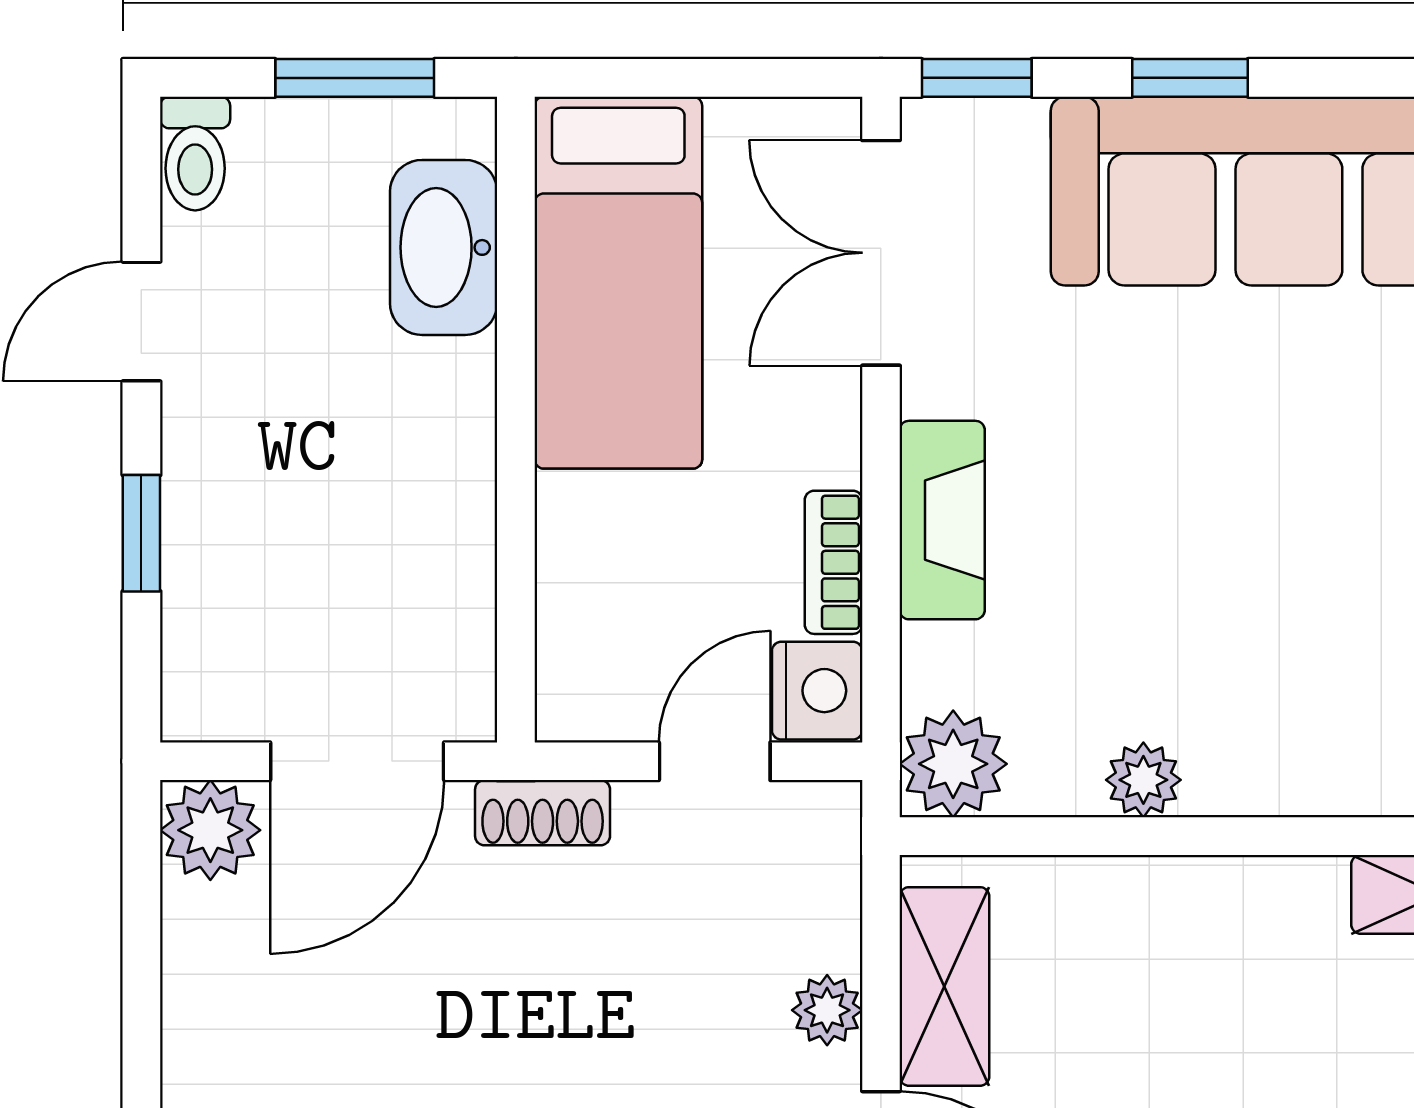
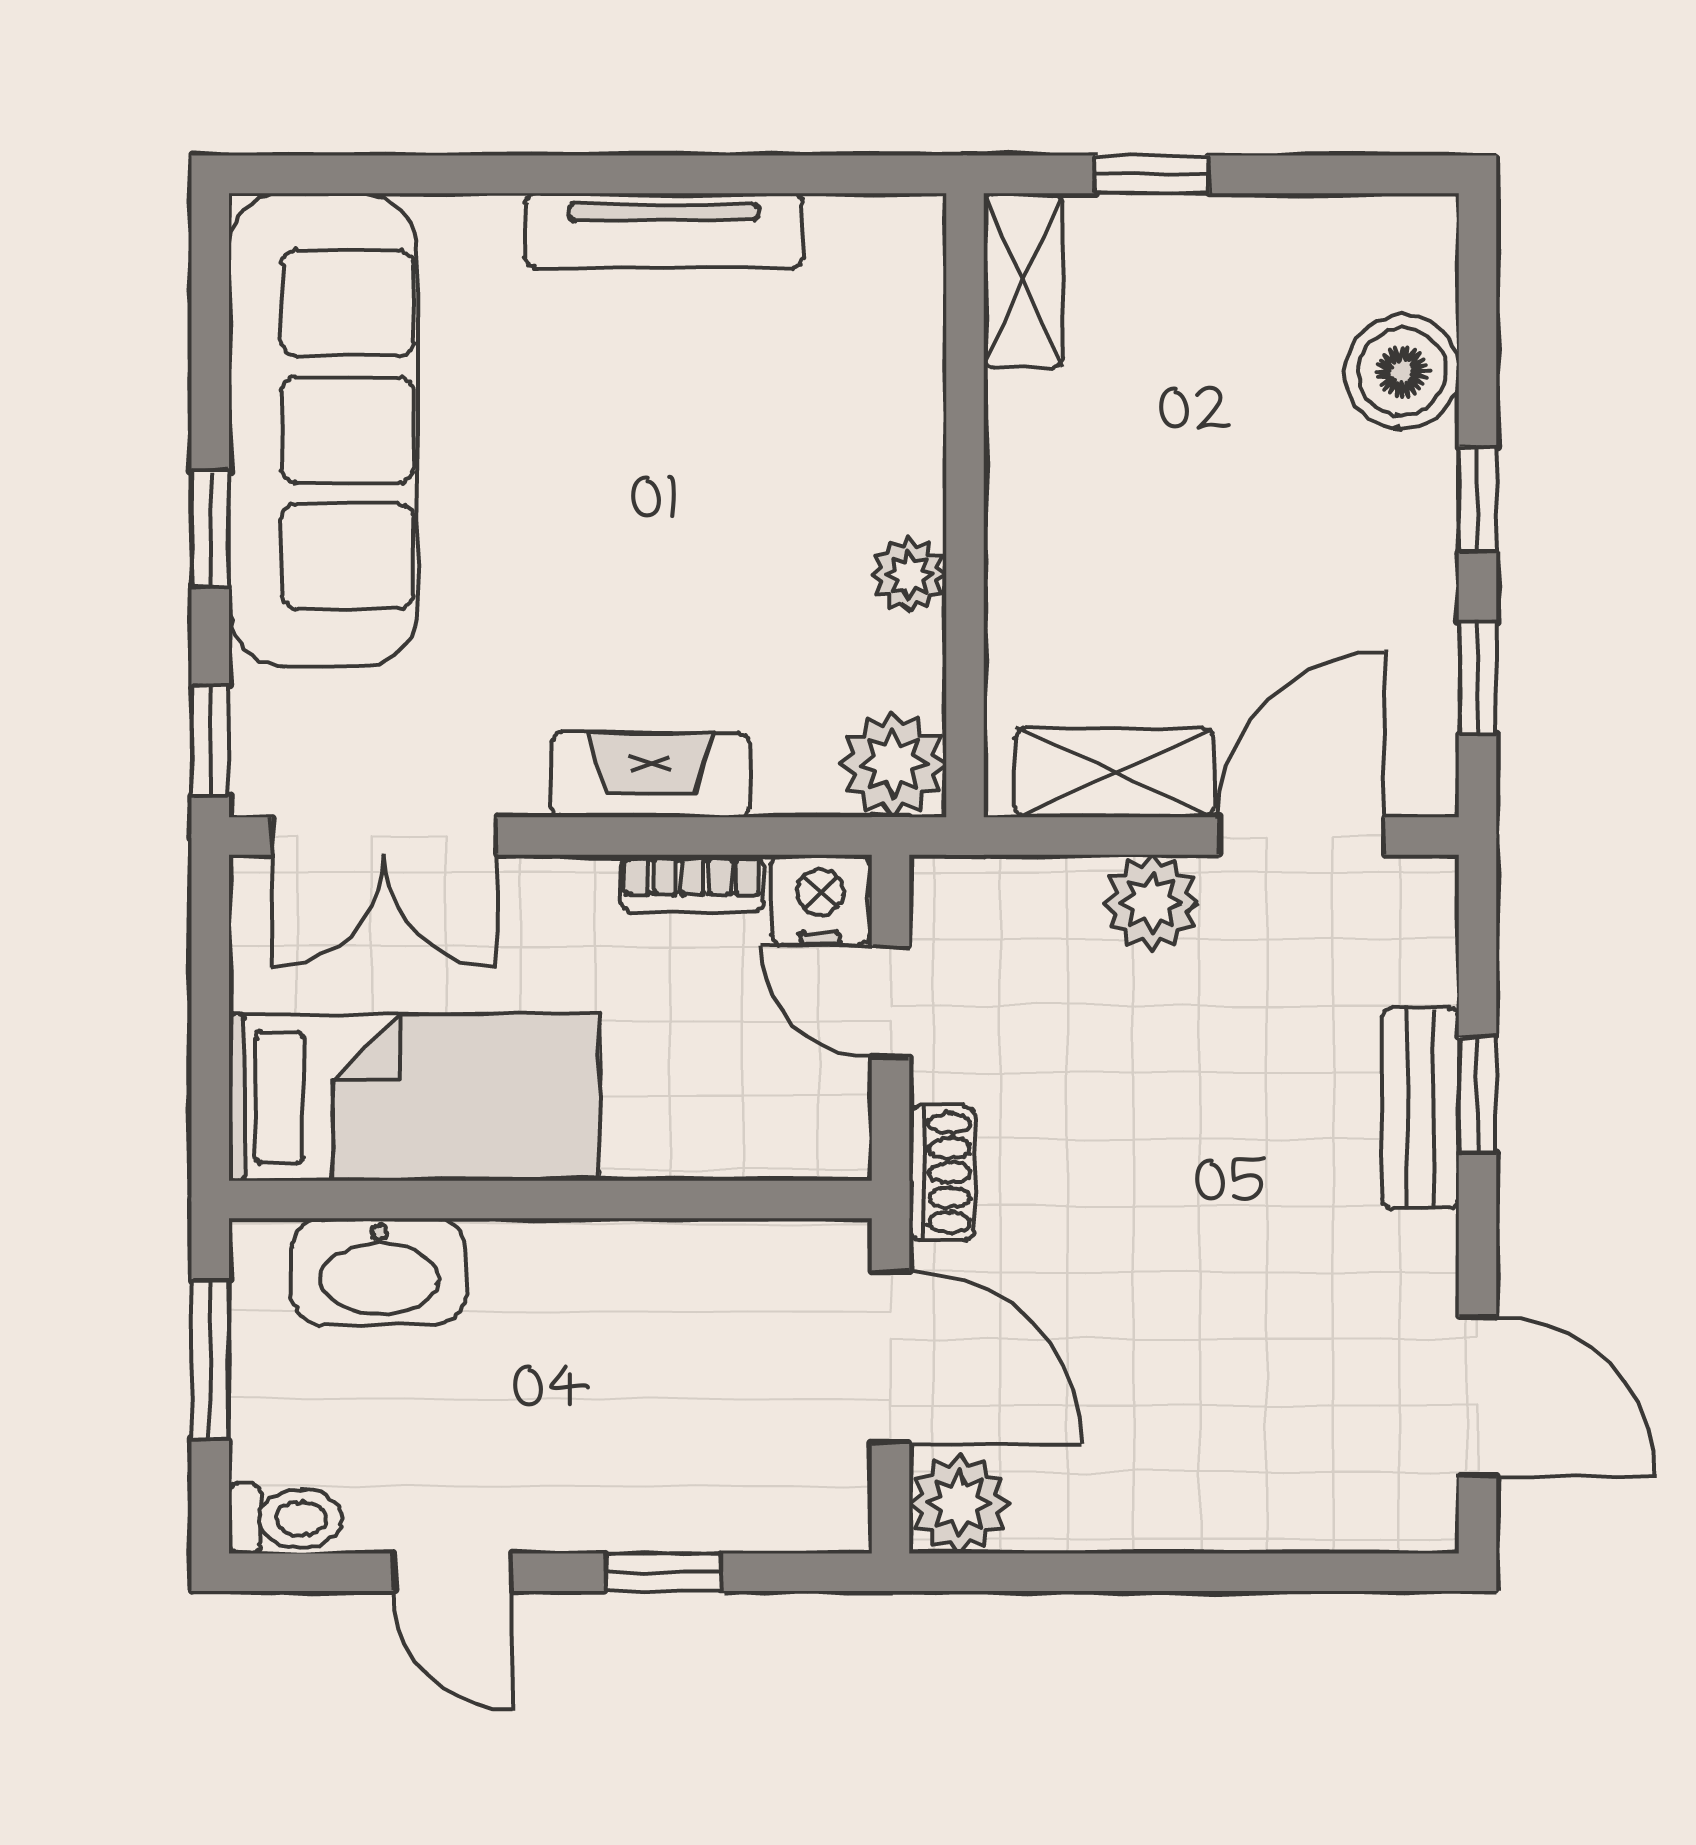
plant: (827, 1010) -> (1151, 903), width x1.38, depth x1.38

